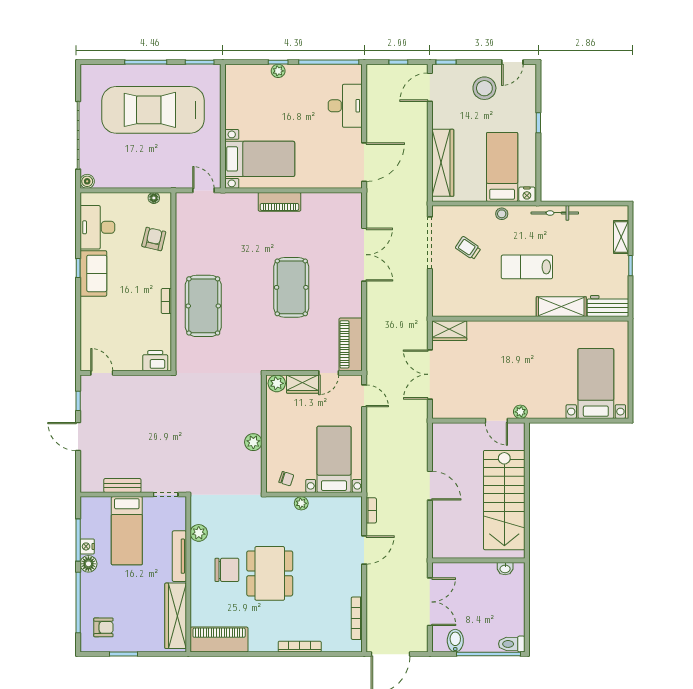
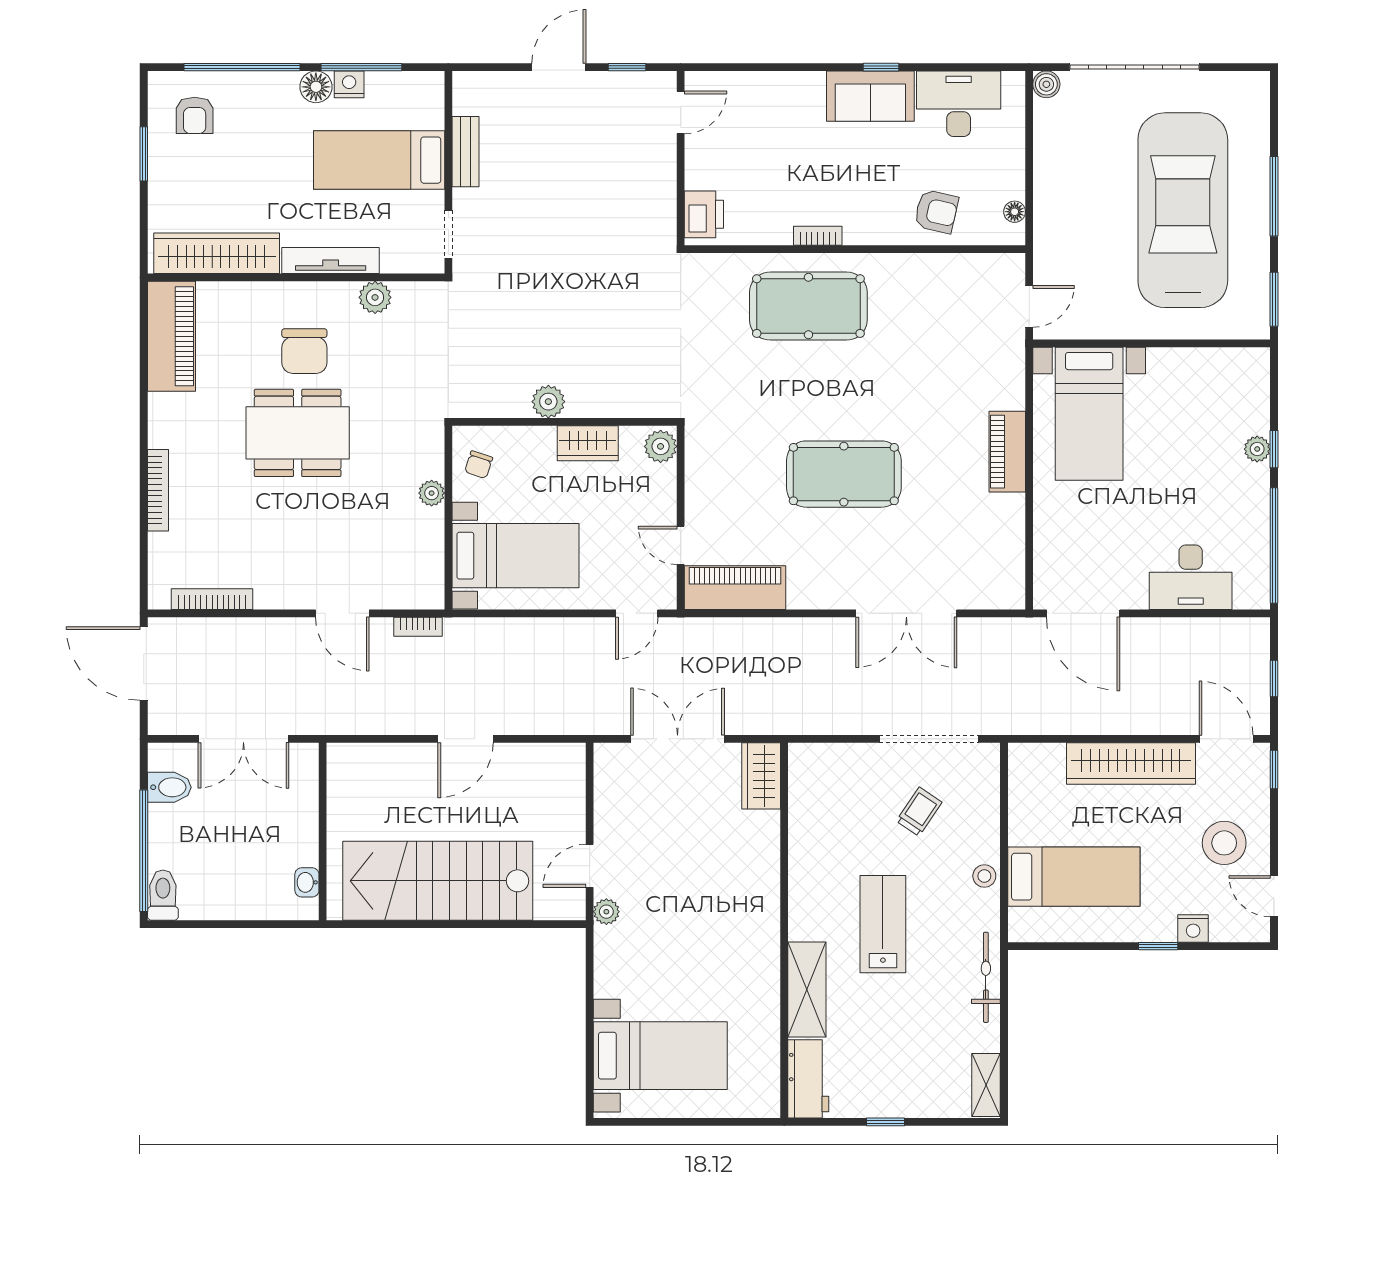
wardrobe: (443, 163) -> (1131, 764), moved
nightstand: (527, 194) -> (1193, 928), moved, turned -90
shelving: (621, 237) -> (986, 1085), moved, turned 90
wardrobe: (303, 384) -> (588, 443), moved, turned -90

